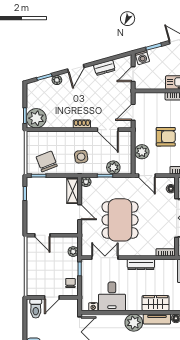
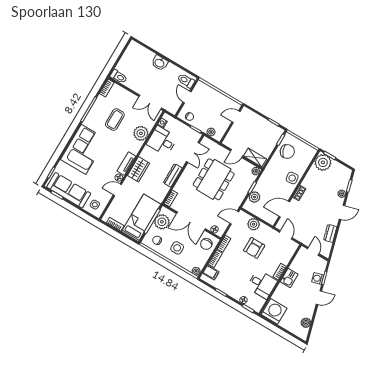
washing machine: (142, 58) -> (318, 278), moved
door: (76, 68) -> (342, 212), swing flipped
side table: (81, 157) -> (292, 178), moved
dining table: (120, 220) -> (214, 179), turned 90
plant: (134, 323) -> (141, 133), moved

